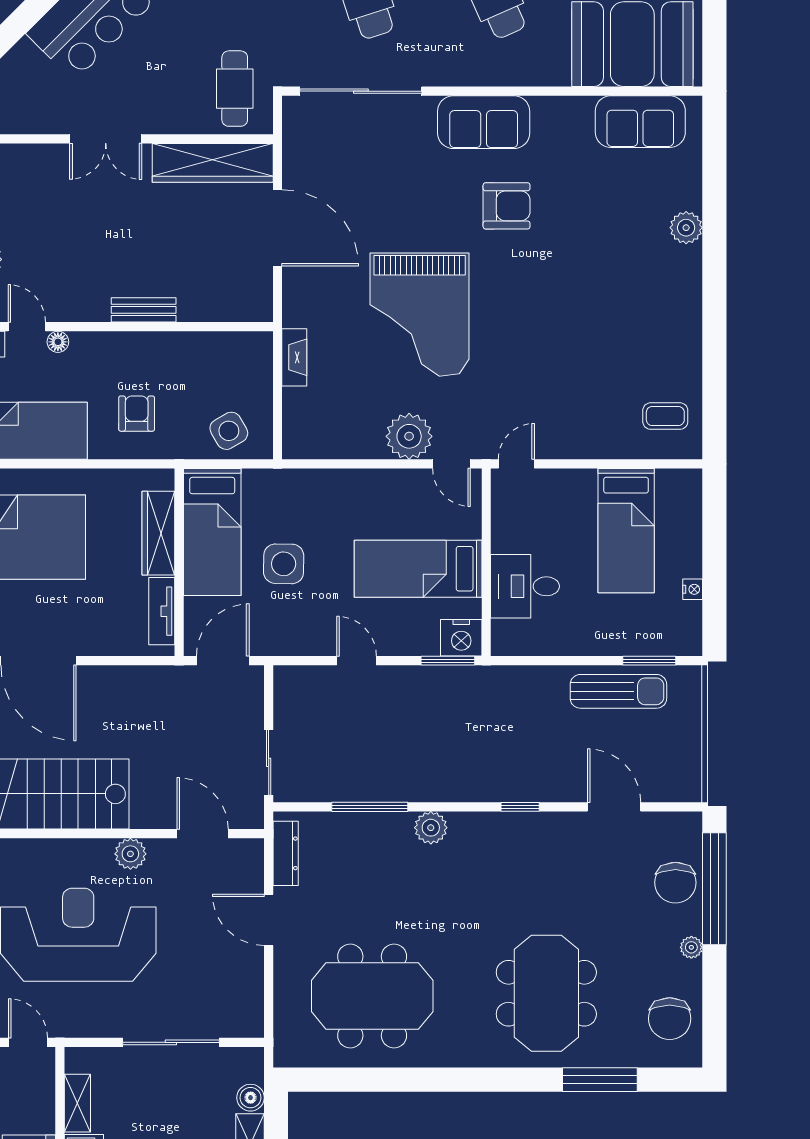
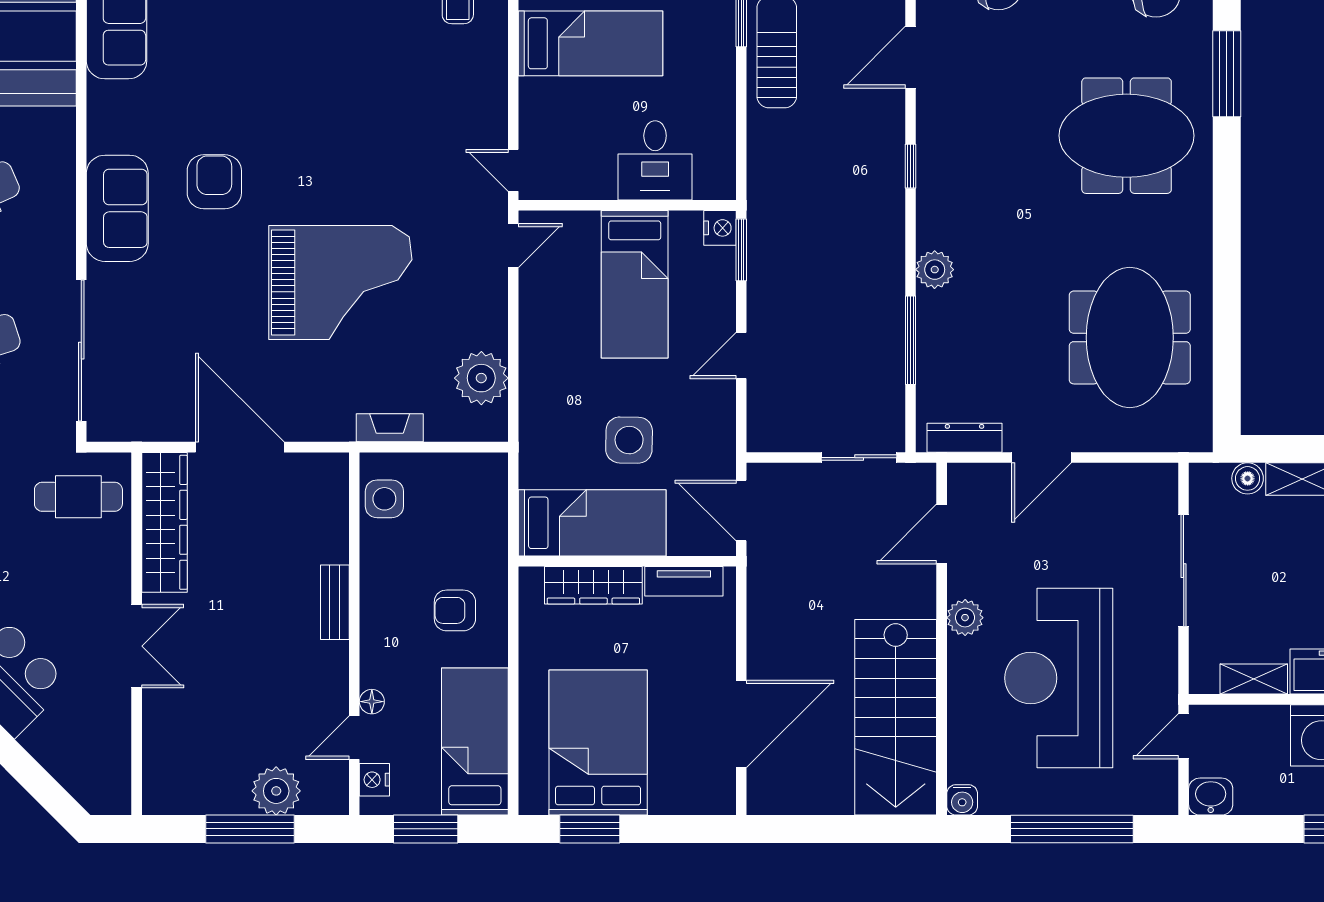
door: (277, 228) -> (240, 447), hinge flipped
side table: (229, 431) -> (384, 499), moved, turned 30
plant: (409, 436) -> (481, 378), moved
nightstand: (461, 638) -> (720, 228), width x0.74, depth x0.75

